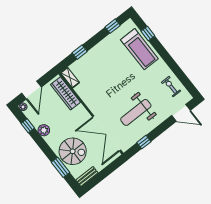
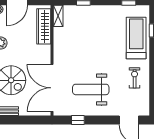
treadmill: (139, 49) -> (136, 38), turned 180
exercise bike: (171, 87) -> (135, 78), moved

